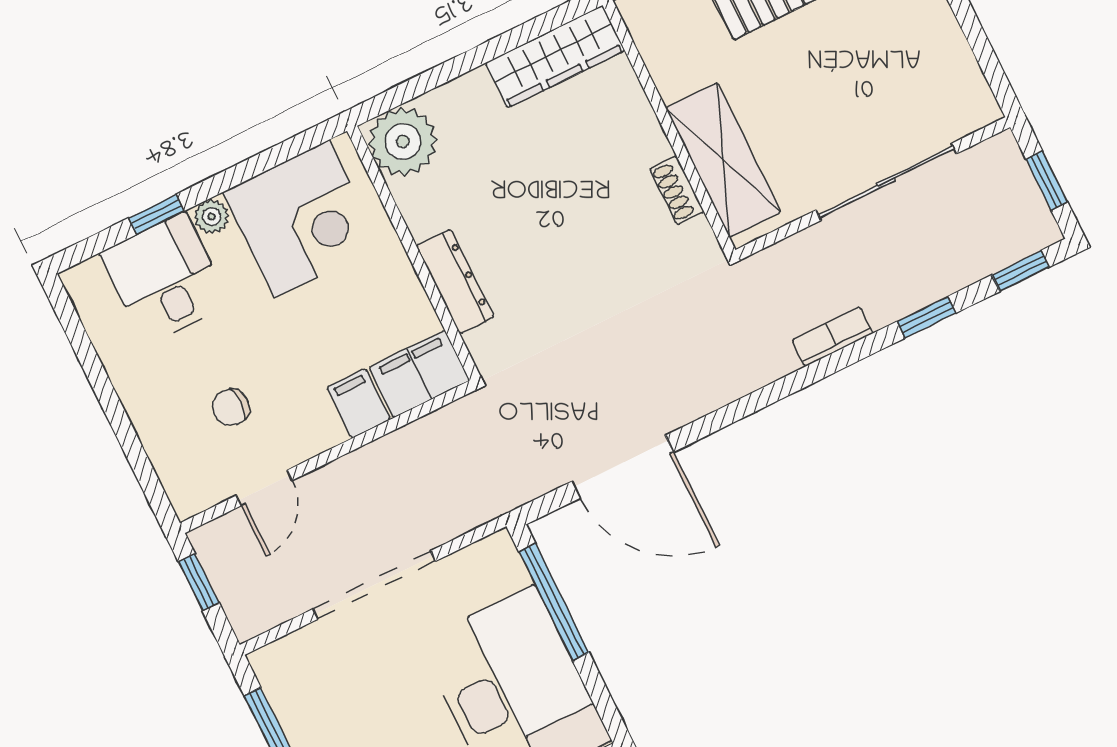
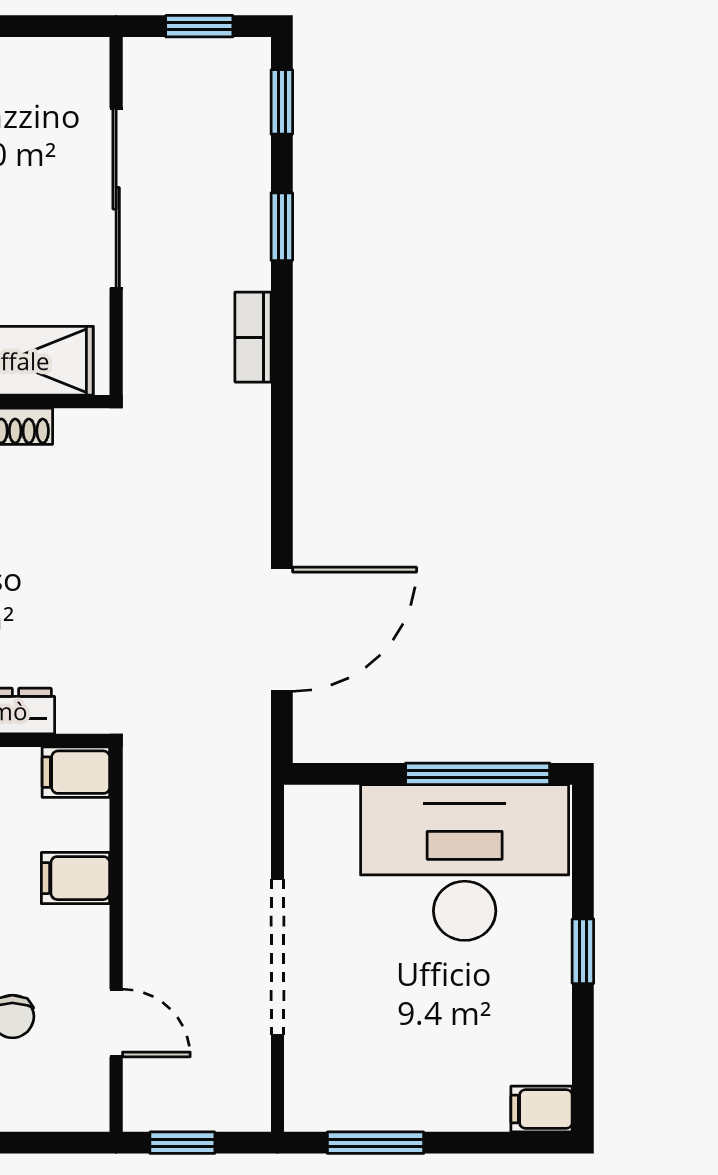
filing cabinet: (419, 374) -> (76, 772), width x0.50
window: (554, 602) -> (478, 774), moved

